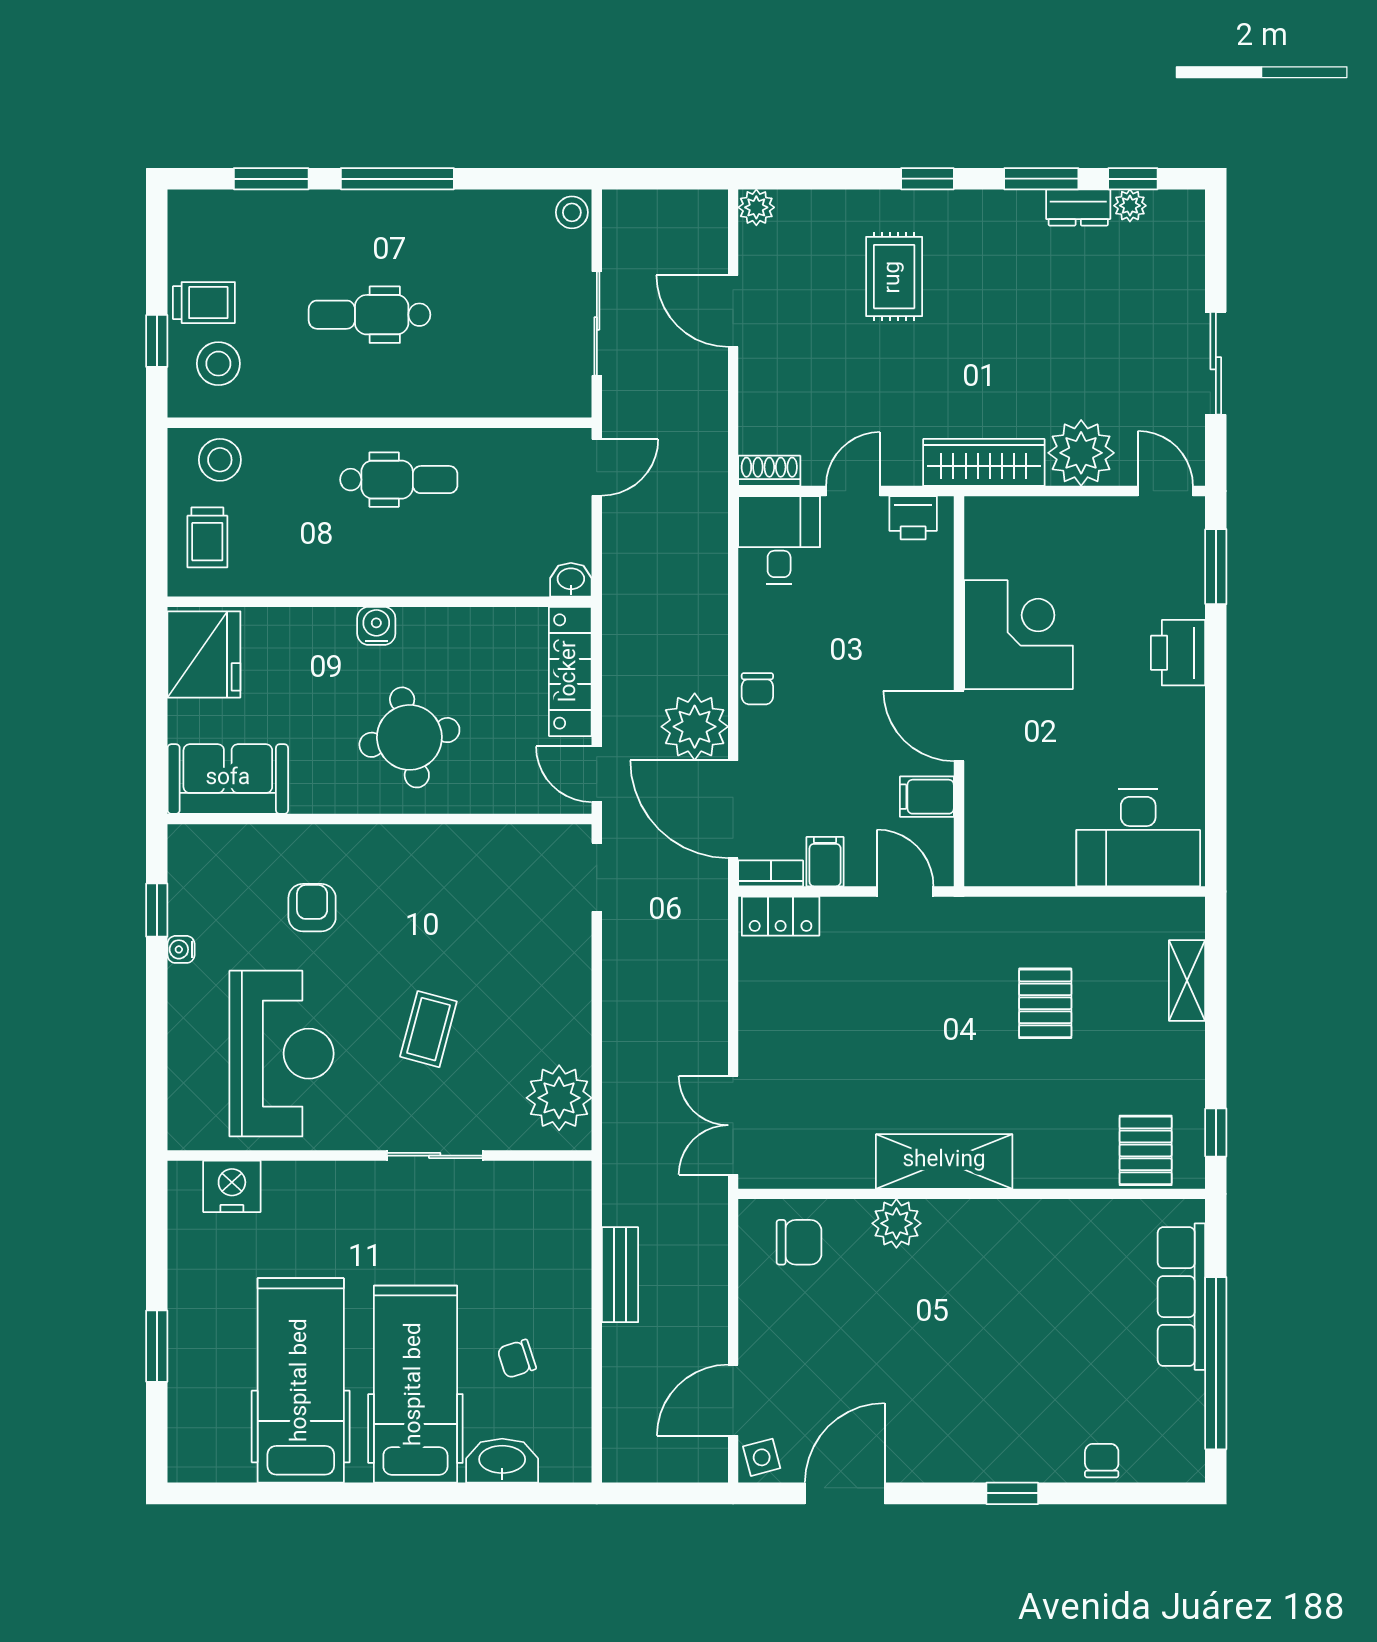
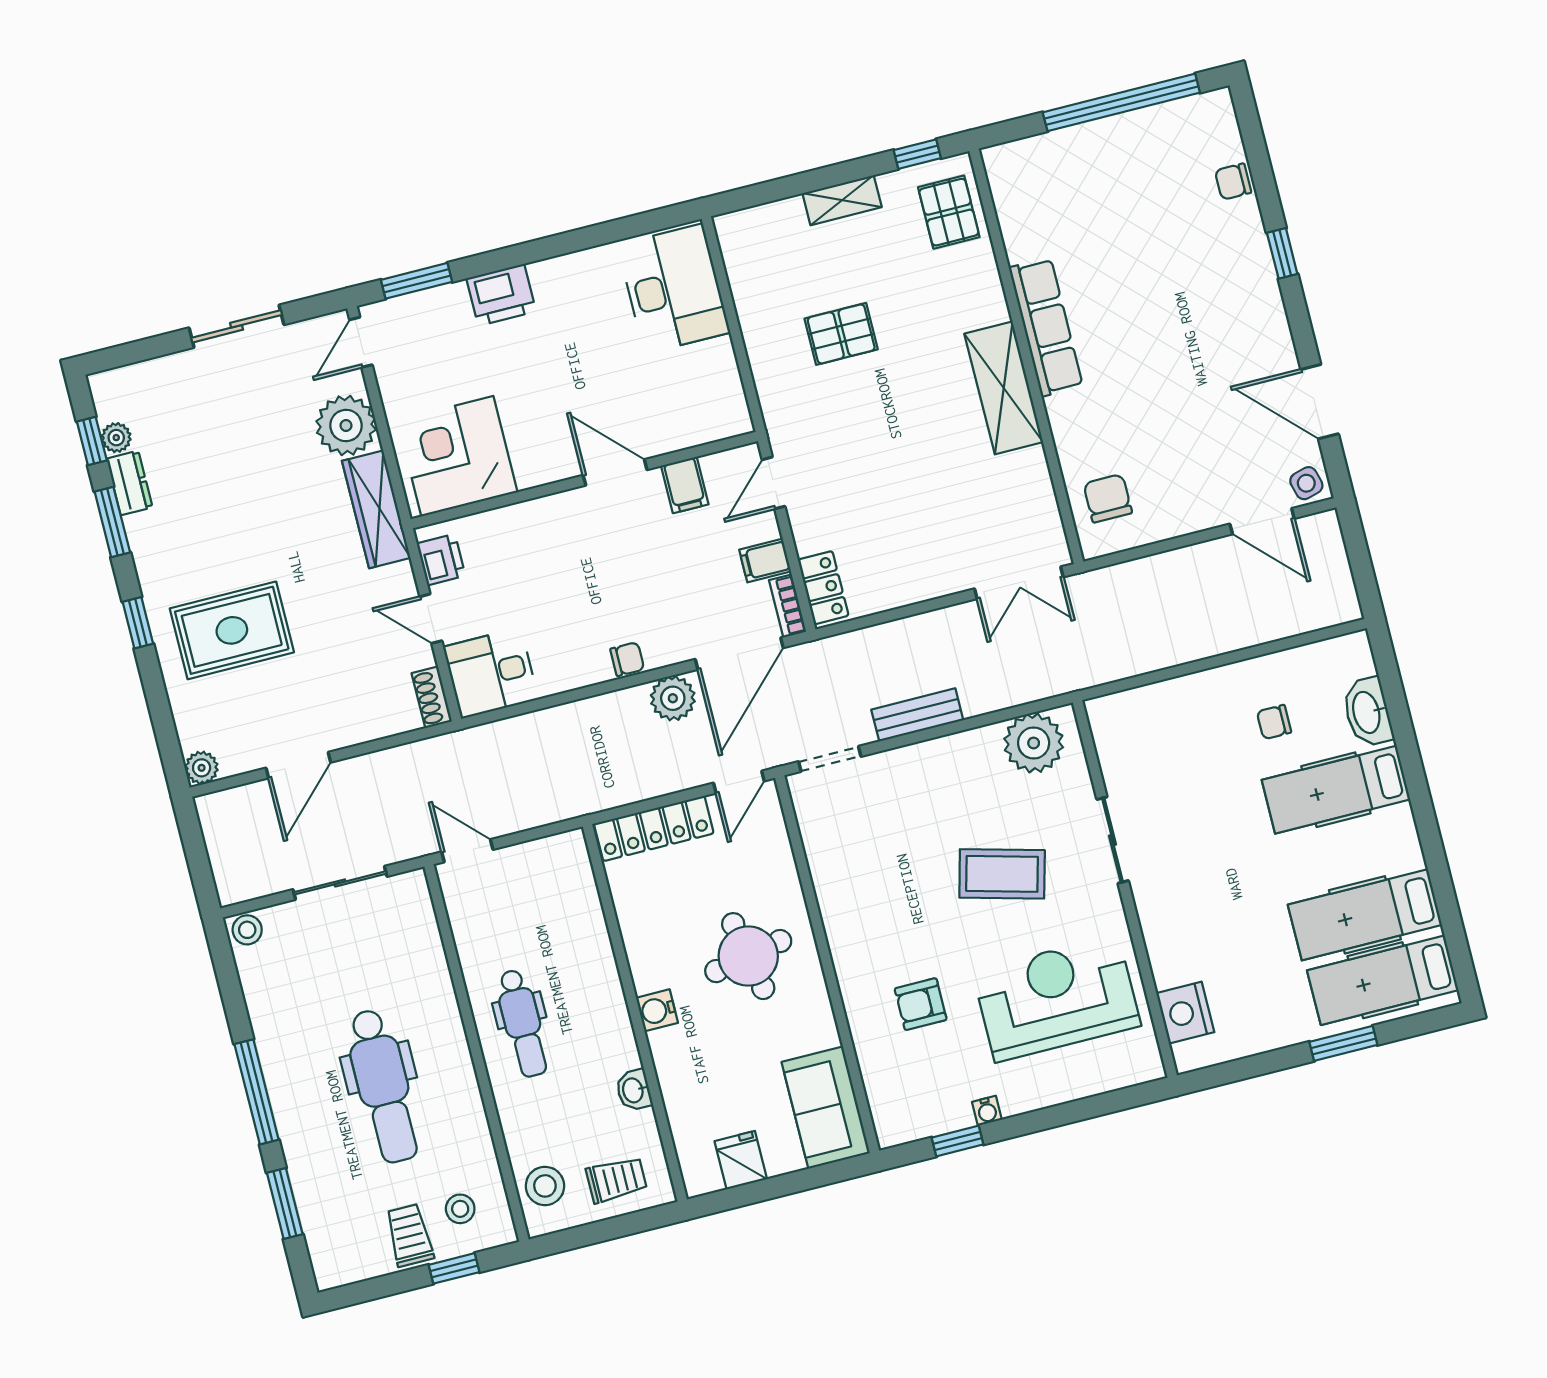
rug: (894, 277) -> (232, 630), width x1.36, depth x1.43
dental chair: (370, 315) -> (383, 1086), width x1.36, depth x1.38
stool: (218, 364) -> (460, 1209), width x0.73, depth x0.73
dental chair: (399, 480) -> (522, 1023), turned 180
washbasin: (571, 580) -> (634, 1090), moved
corner desk: (1018, 635) -> (457, 456), moved
fridge: (204, 654) -> (741, 1160), width x0.53, depth x0.75
door: (959, 726) -> (615, 472), swing flipped
plant: (695, 727) -> (673, 698), width x0.73, depth x0.73
shelving: (1187, 980) -> (842, 200), moved
coffee table: (428, 1029) -> (1002, 874), width x1.36, depth x1.30
pallet: (1146, 1150) -> (949, 212), turned 90
plant: (896, 1223) -> (1069, 416), removed
bench: (620, 1275) -> (917, 715), moved
row of seats: (1181, 1297) -> (1046, 327), moved, turned -90
chair: (517, 1359) -> (1274, 722), turned 108
hospital bed: (301, 1380) -> (1365, 915), width x0.73, depth x0.78
hospital bed: (415, 1384) -> (1336, 790), width x0.73, depth x0.78
hospital bed: (213, 1405) -> (1383, 980), added

